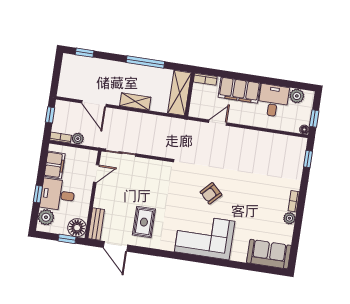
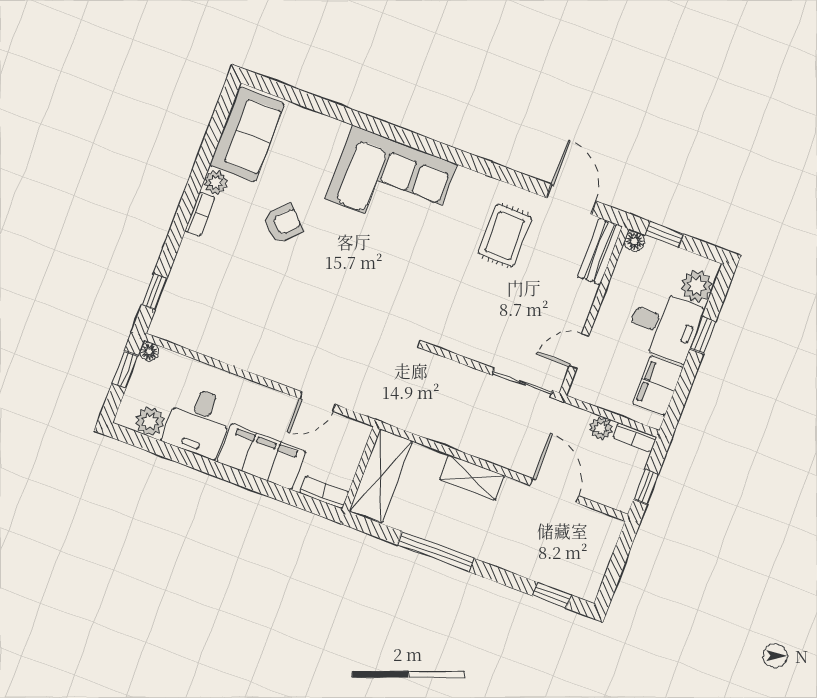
armchair: (211, 193) -> (283, 224), moved
floor lamp: (77, 228) -> (635, 241), width x0.53, depth x0.53
sofa: (269, 254) -> (247, 134), moved, turned -90

